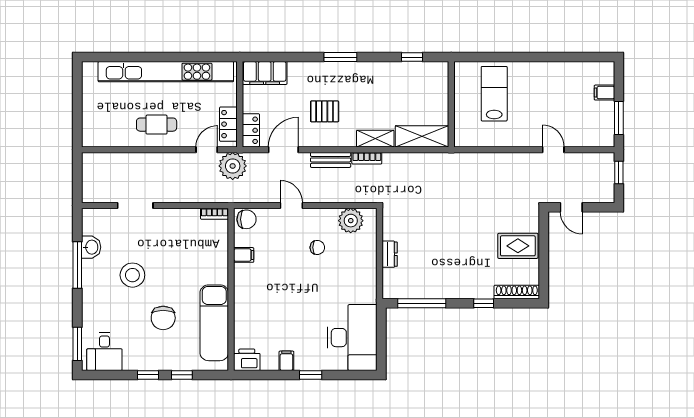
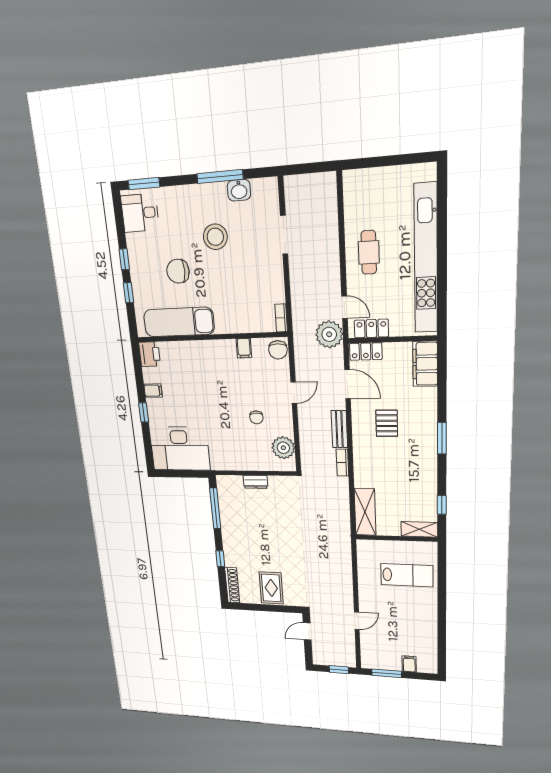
shelving: (375, 139) -> (419, 529), moved, turned 90

